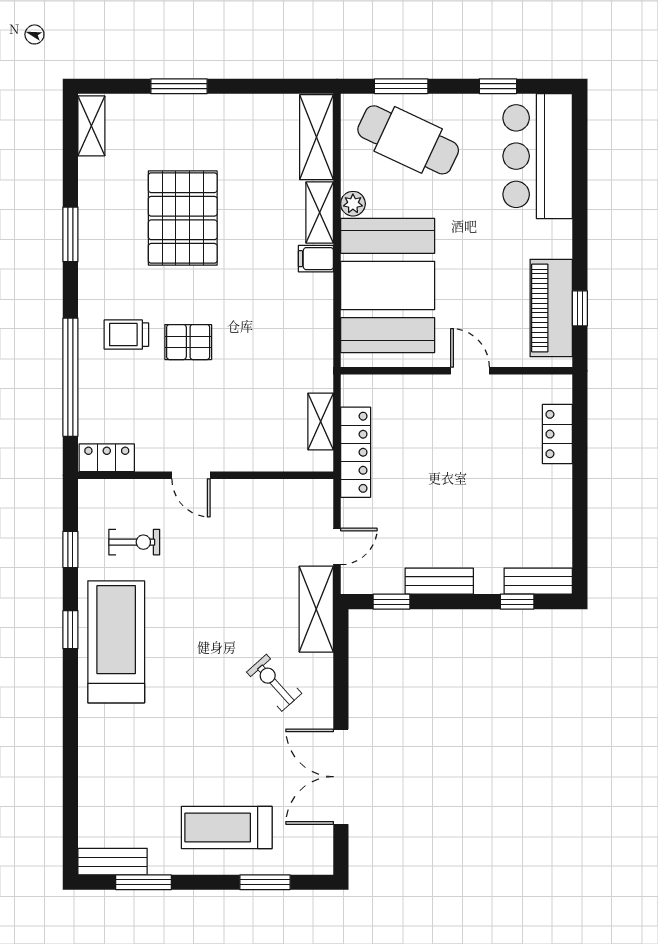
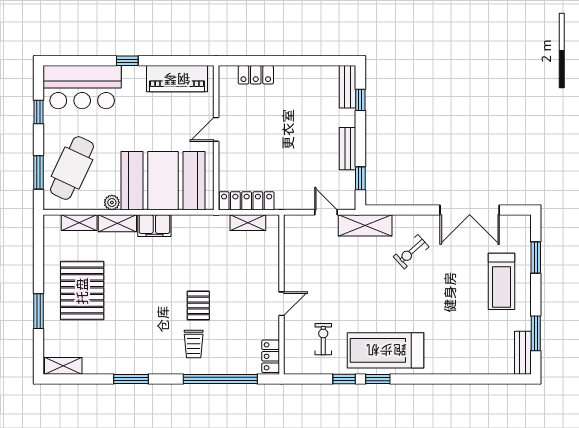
shelving: (317, 137) -> (79, 223), width x0.67, depth x0.75
pallet: (183, 218) -> (82, 291), moved, turned 90
filing cabinet: (316, 259) -> (154, 226), width x2.00
window: (580, 308) -> (127, 61), moved
locker: (356, 452) -> (247, 201), moved
window: (70, 549) -> (344, 379), moved

